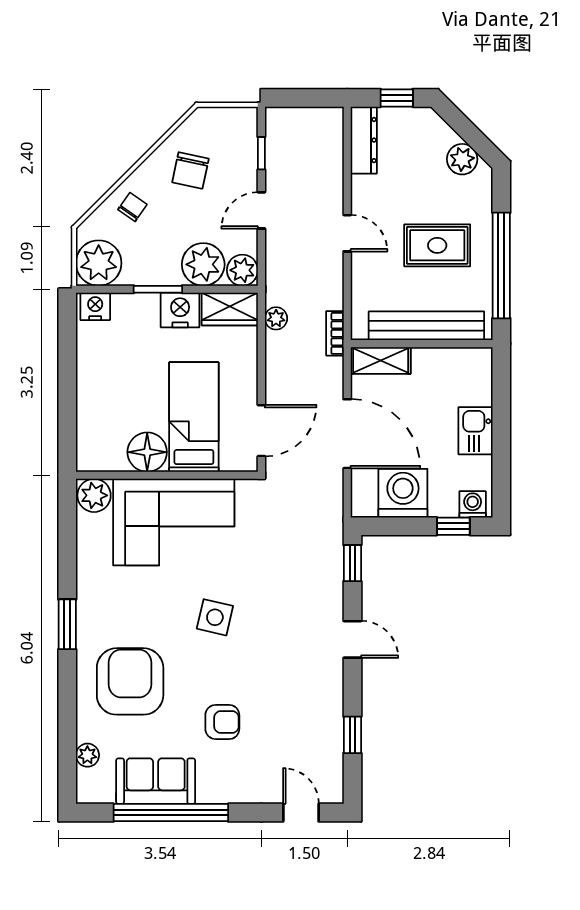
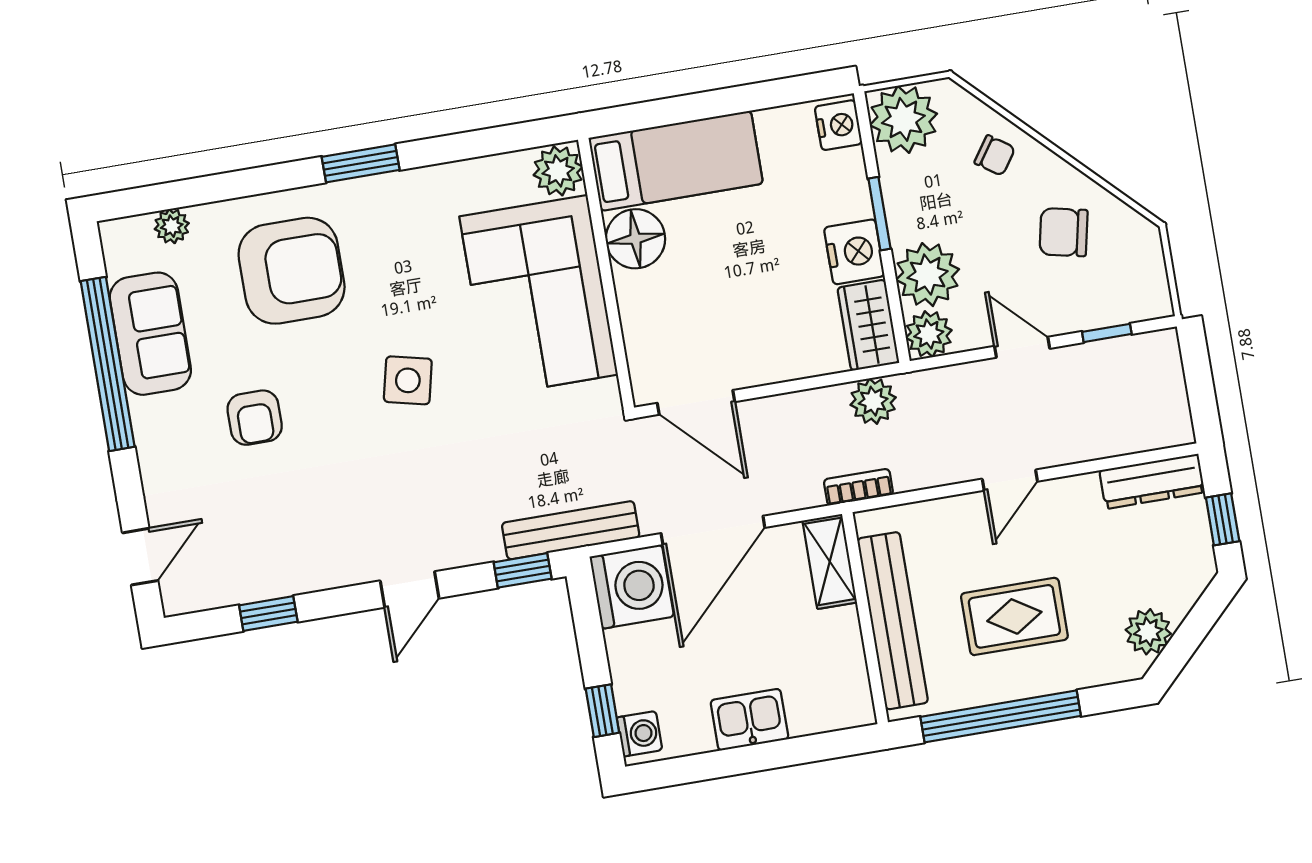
rug: (437, 245) -> (1014, 616), turned 90
plant: (276, 318) -> (873, 401), width x1.38, depth x1.38
bed: (194, 417) -> (676, 161), moved
washing machine: (403, 493) -> (632, 587), moved
bench: (331, 527) -> (571, 530), added

